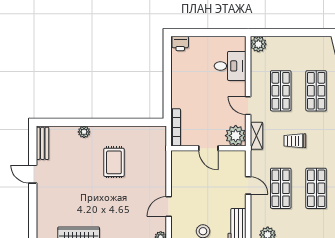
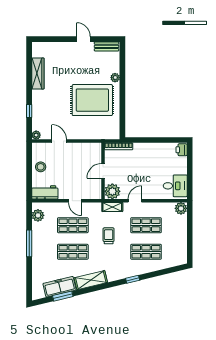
desk: (230, 66) -> (175, 186), moved, turned -90
rug: (114, 162) -> (92, 100), width x1.86, depth x2.06
door: (33, 174) -> (83, 39), hinge flipped
door: (248, 185) -> (75, 201), hinge flipped

